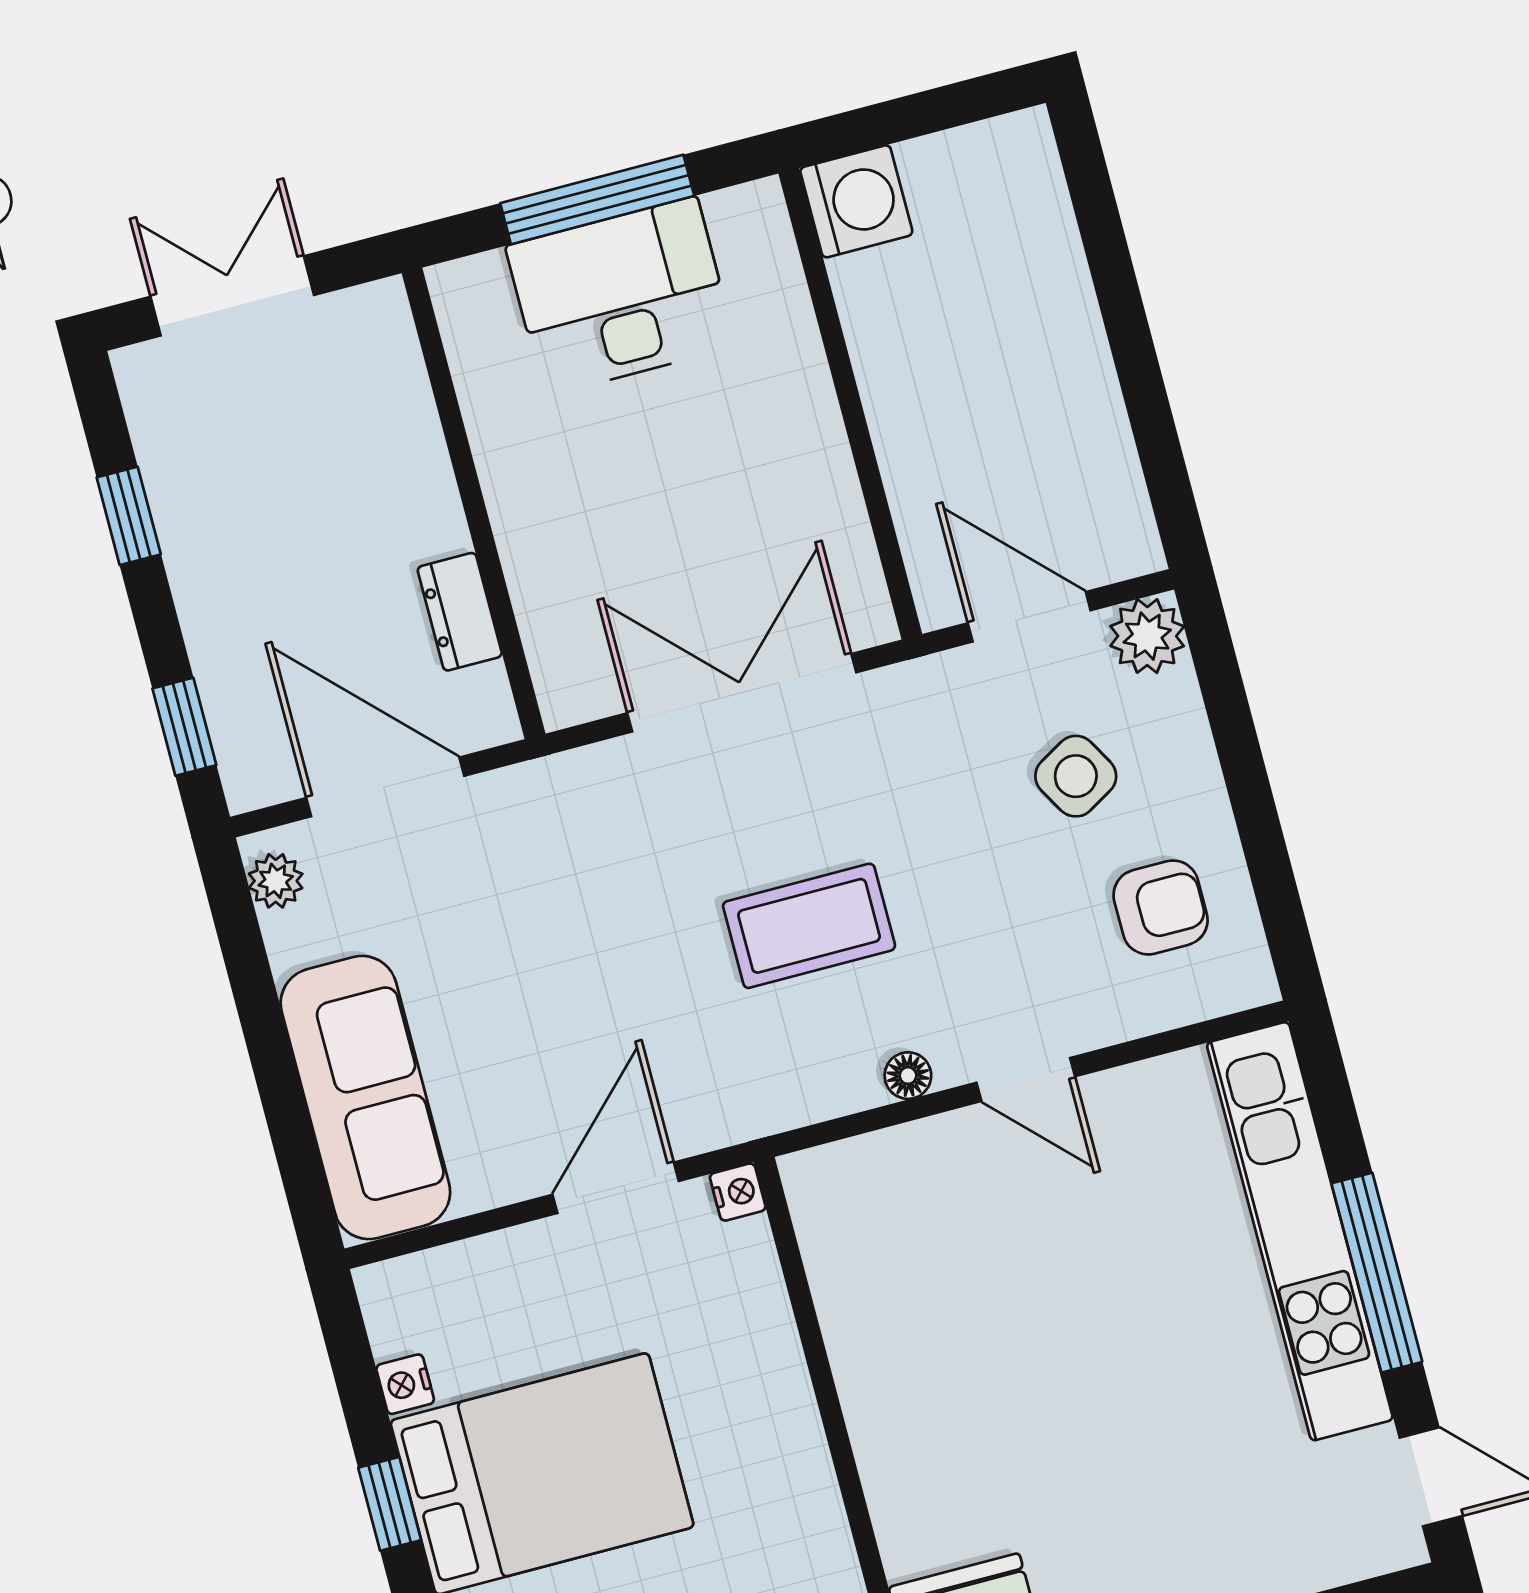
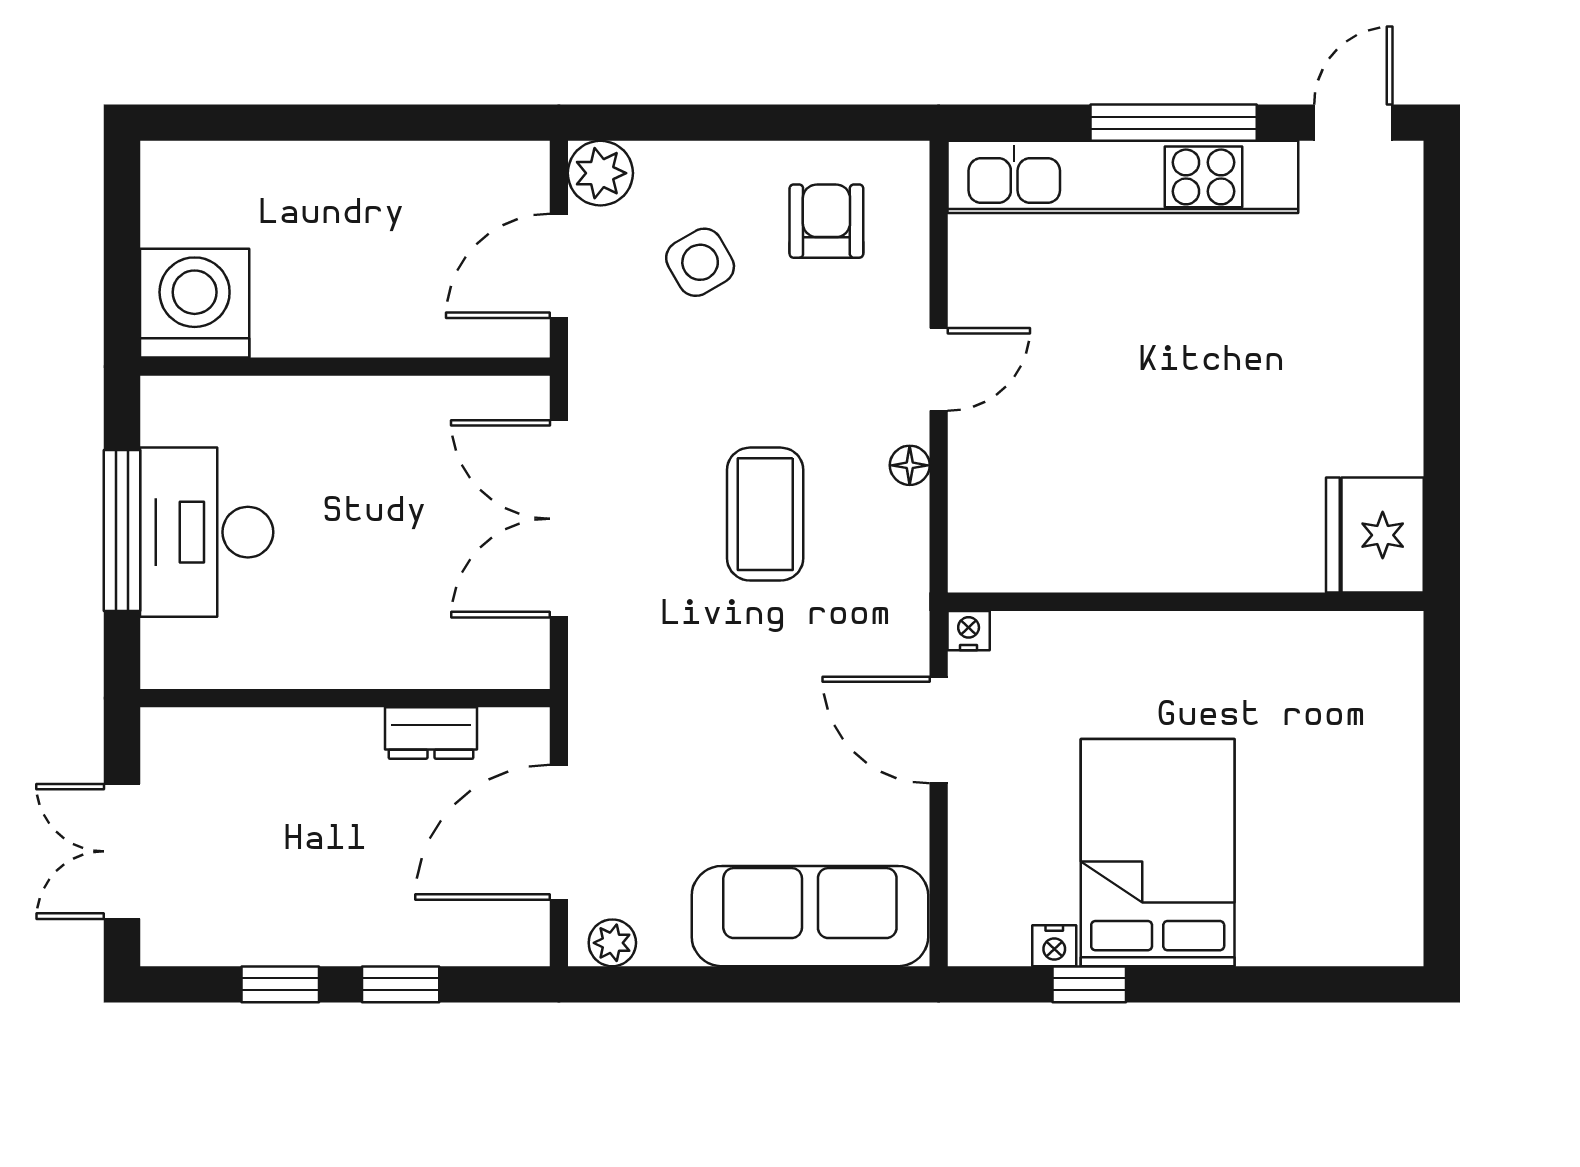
washing machine: (856, 201) -> (195, 303), width x1.37, depth x1.37
window: (184, 727) -> (401, 984), moved
window: (390, 1504) -> (1089, 984), moved

